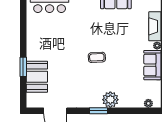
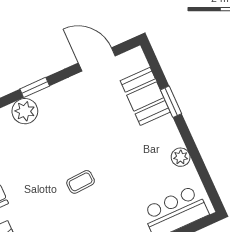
plant: (32, 32) -> (181, 157), added
coffee table: (97, 57) -> (81, 182), moved

